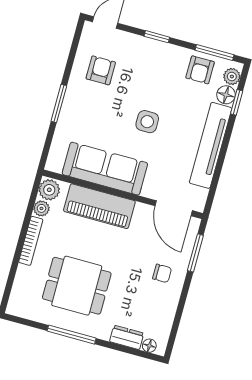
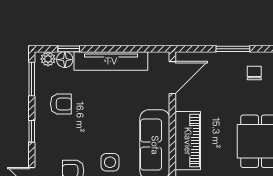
armchair: (200, 70) -> (61, 104), moved
side table: (147, 122) -> (110, 162), moved
window: (195, 253) -> (233, 49), moved
chair: (162, 273) -> (254, 73), moved

